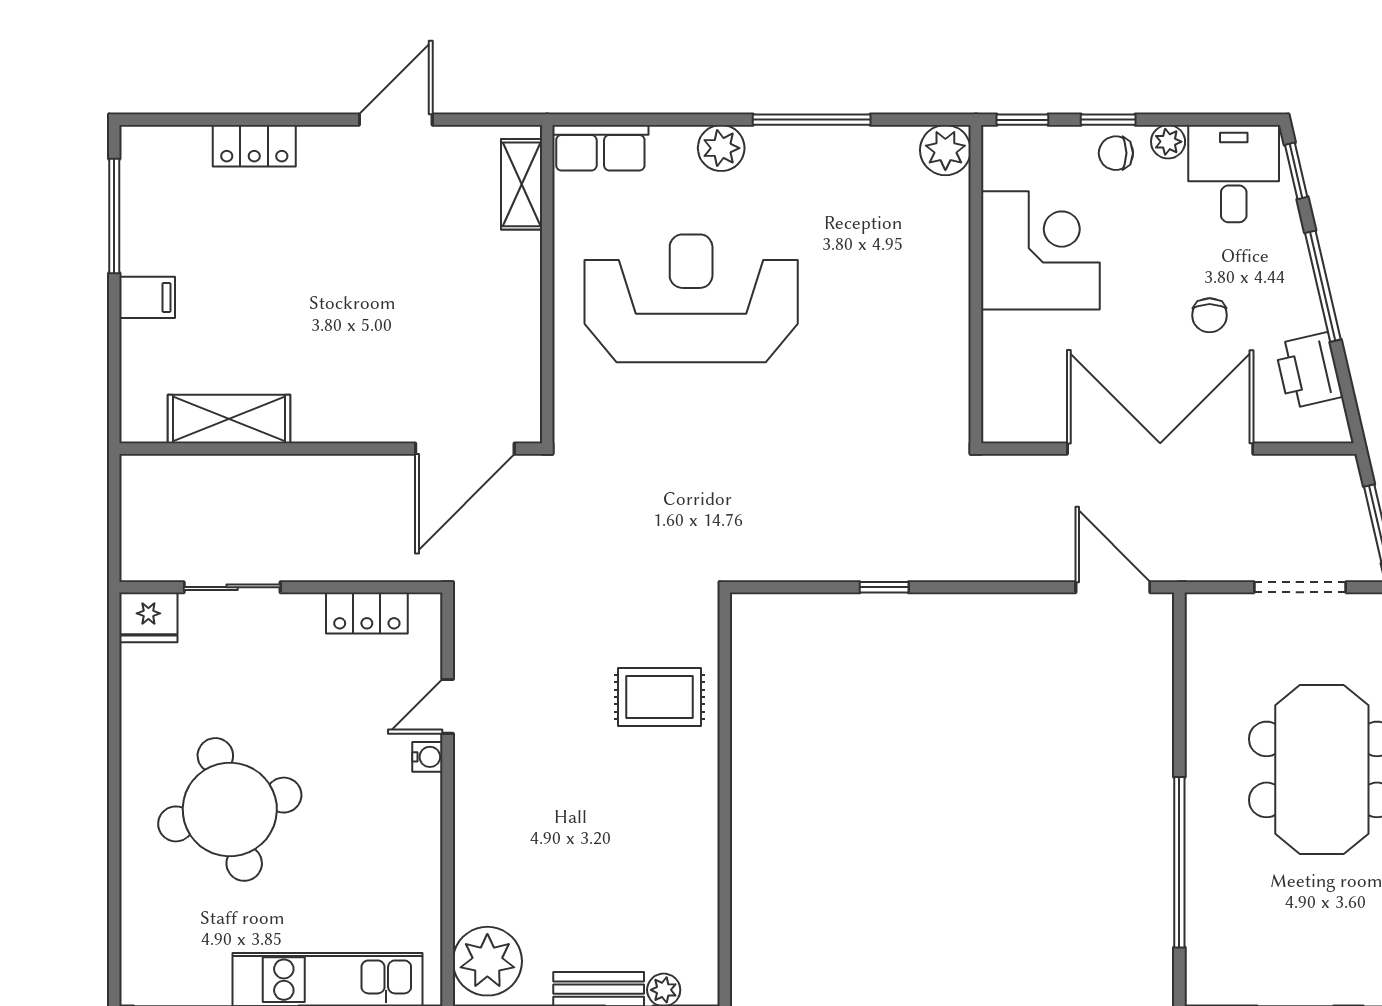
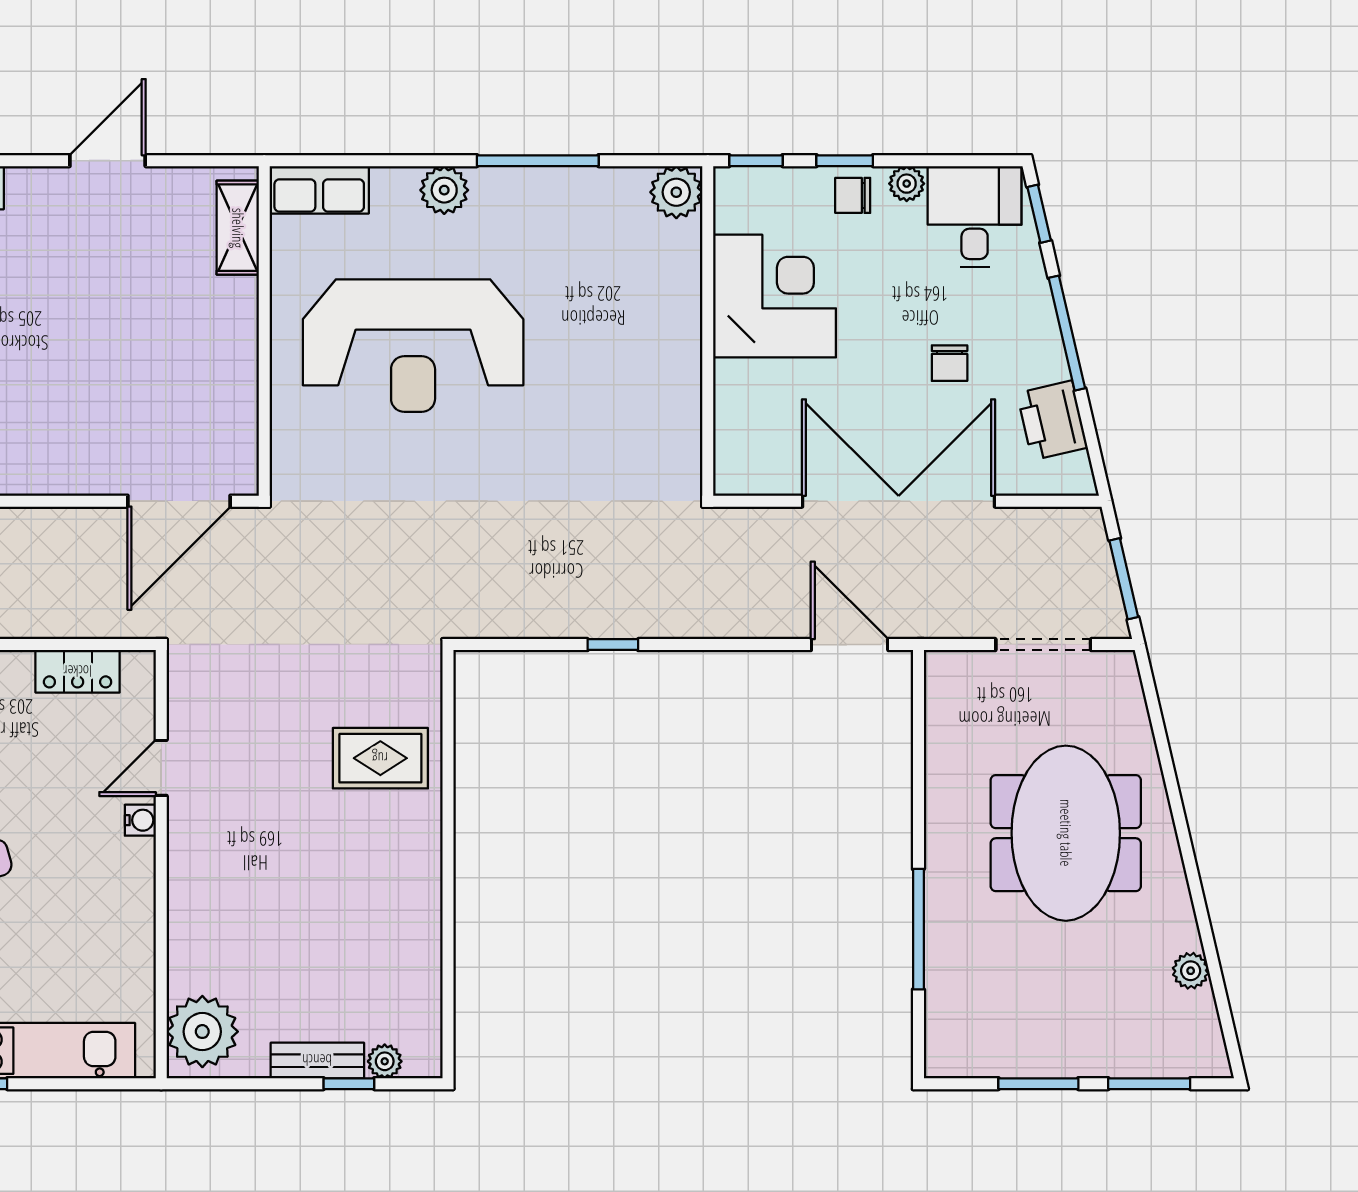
reception desk: (691, 298) -> (413, 346), turned 180
window: (1179, 862) -> (918, 929), width x0.68

